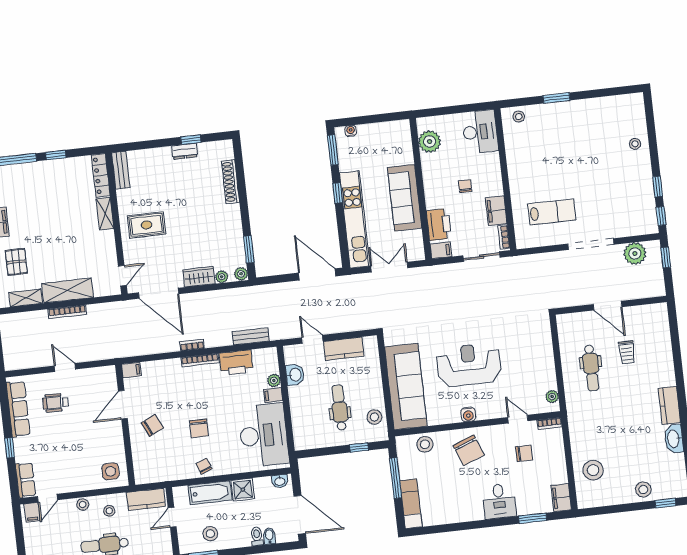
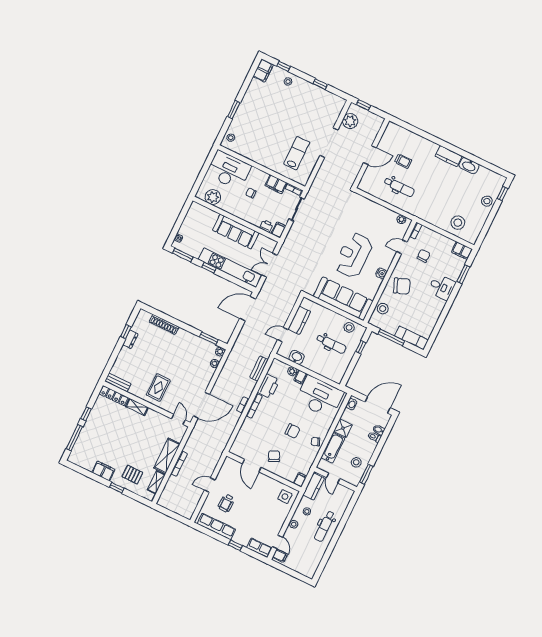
filing cabinet: (629, 104) -> (263, 70), added
desk: (480, 132) -> (229, 170), width x1.36, depth x1.30
window: (661, 216) -> (283, 66), moved
printer: (439, 224) -> (266, 226), width x0.53, depth x0.68
wardrobe: (199, 277) -> (206, 376), removed
filing cabinet: (131, 370) -> (300, 480), moved
dental chair: (340, 408) -> (331, 344), turned 180

